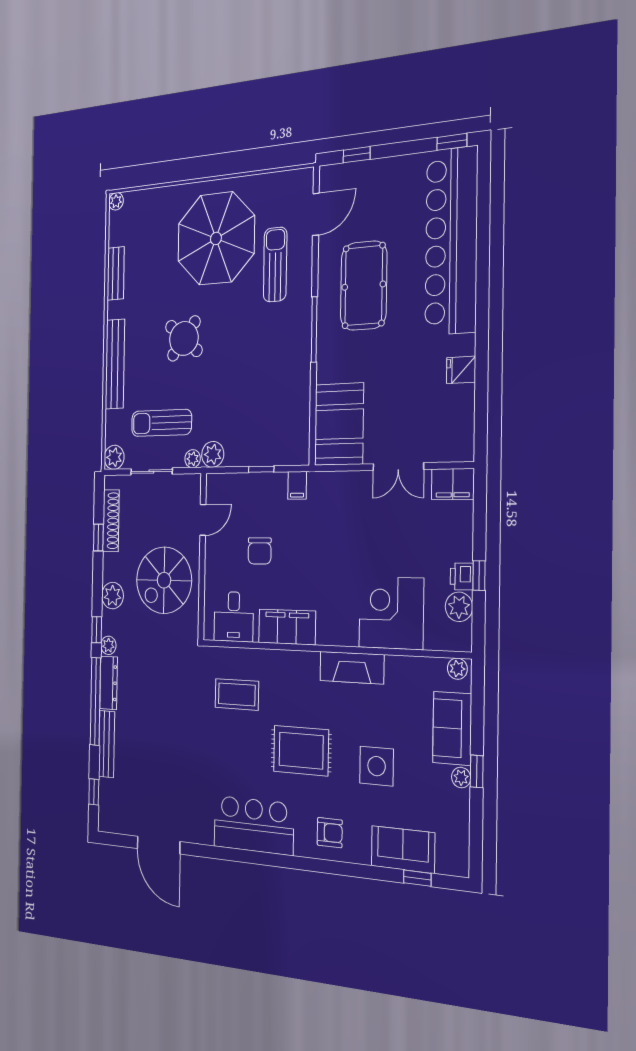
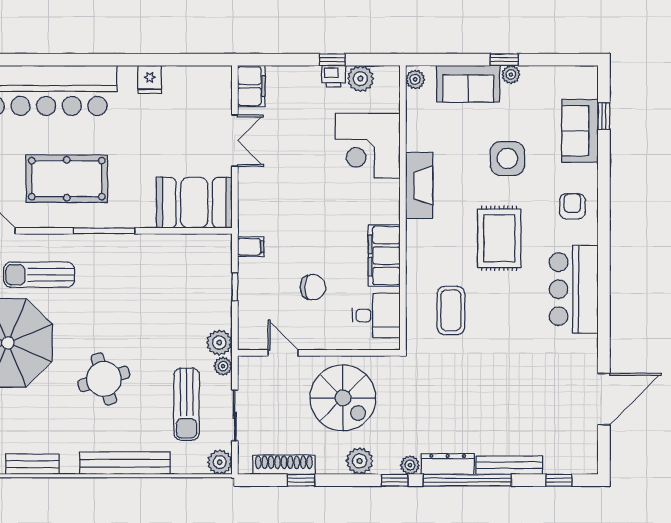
round table: (184, 338) -> (104, 379), turned 34

